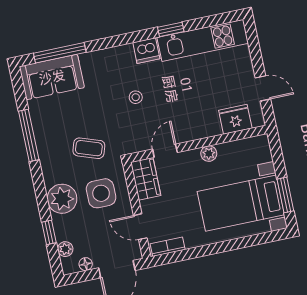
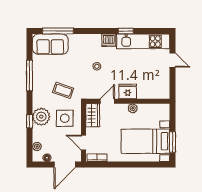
door: (263, 88) -> (172, 60), moved
fridge: (235, 119) -> (128, 91), moved
window: (49, 232) -> (30, 121), moved

